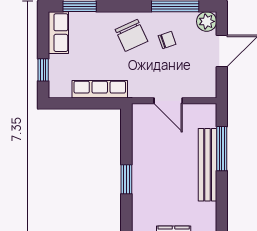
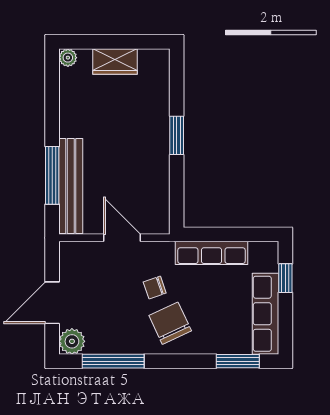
row of seats: (58, 33) -> (265, 314), width x1.48
chair: (167, 40) -> (155, 288), moved
bench: (208, 165) -> (71, 186), moved

